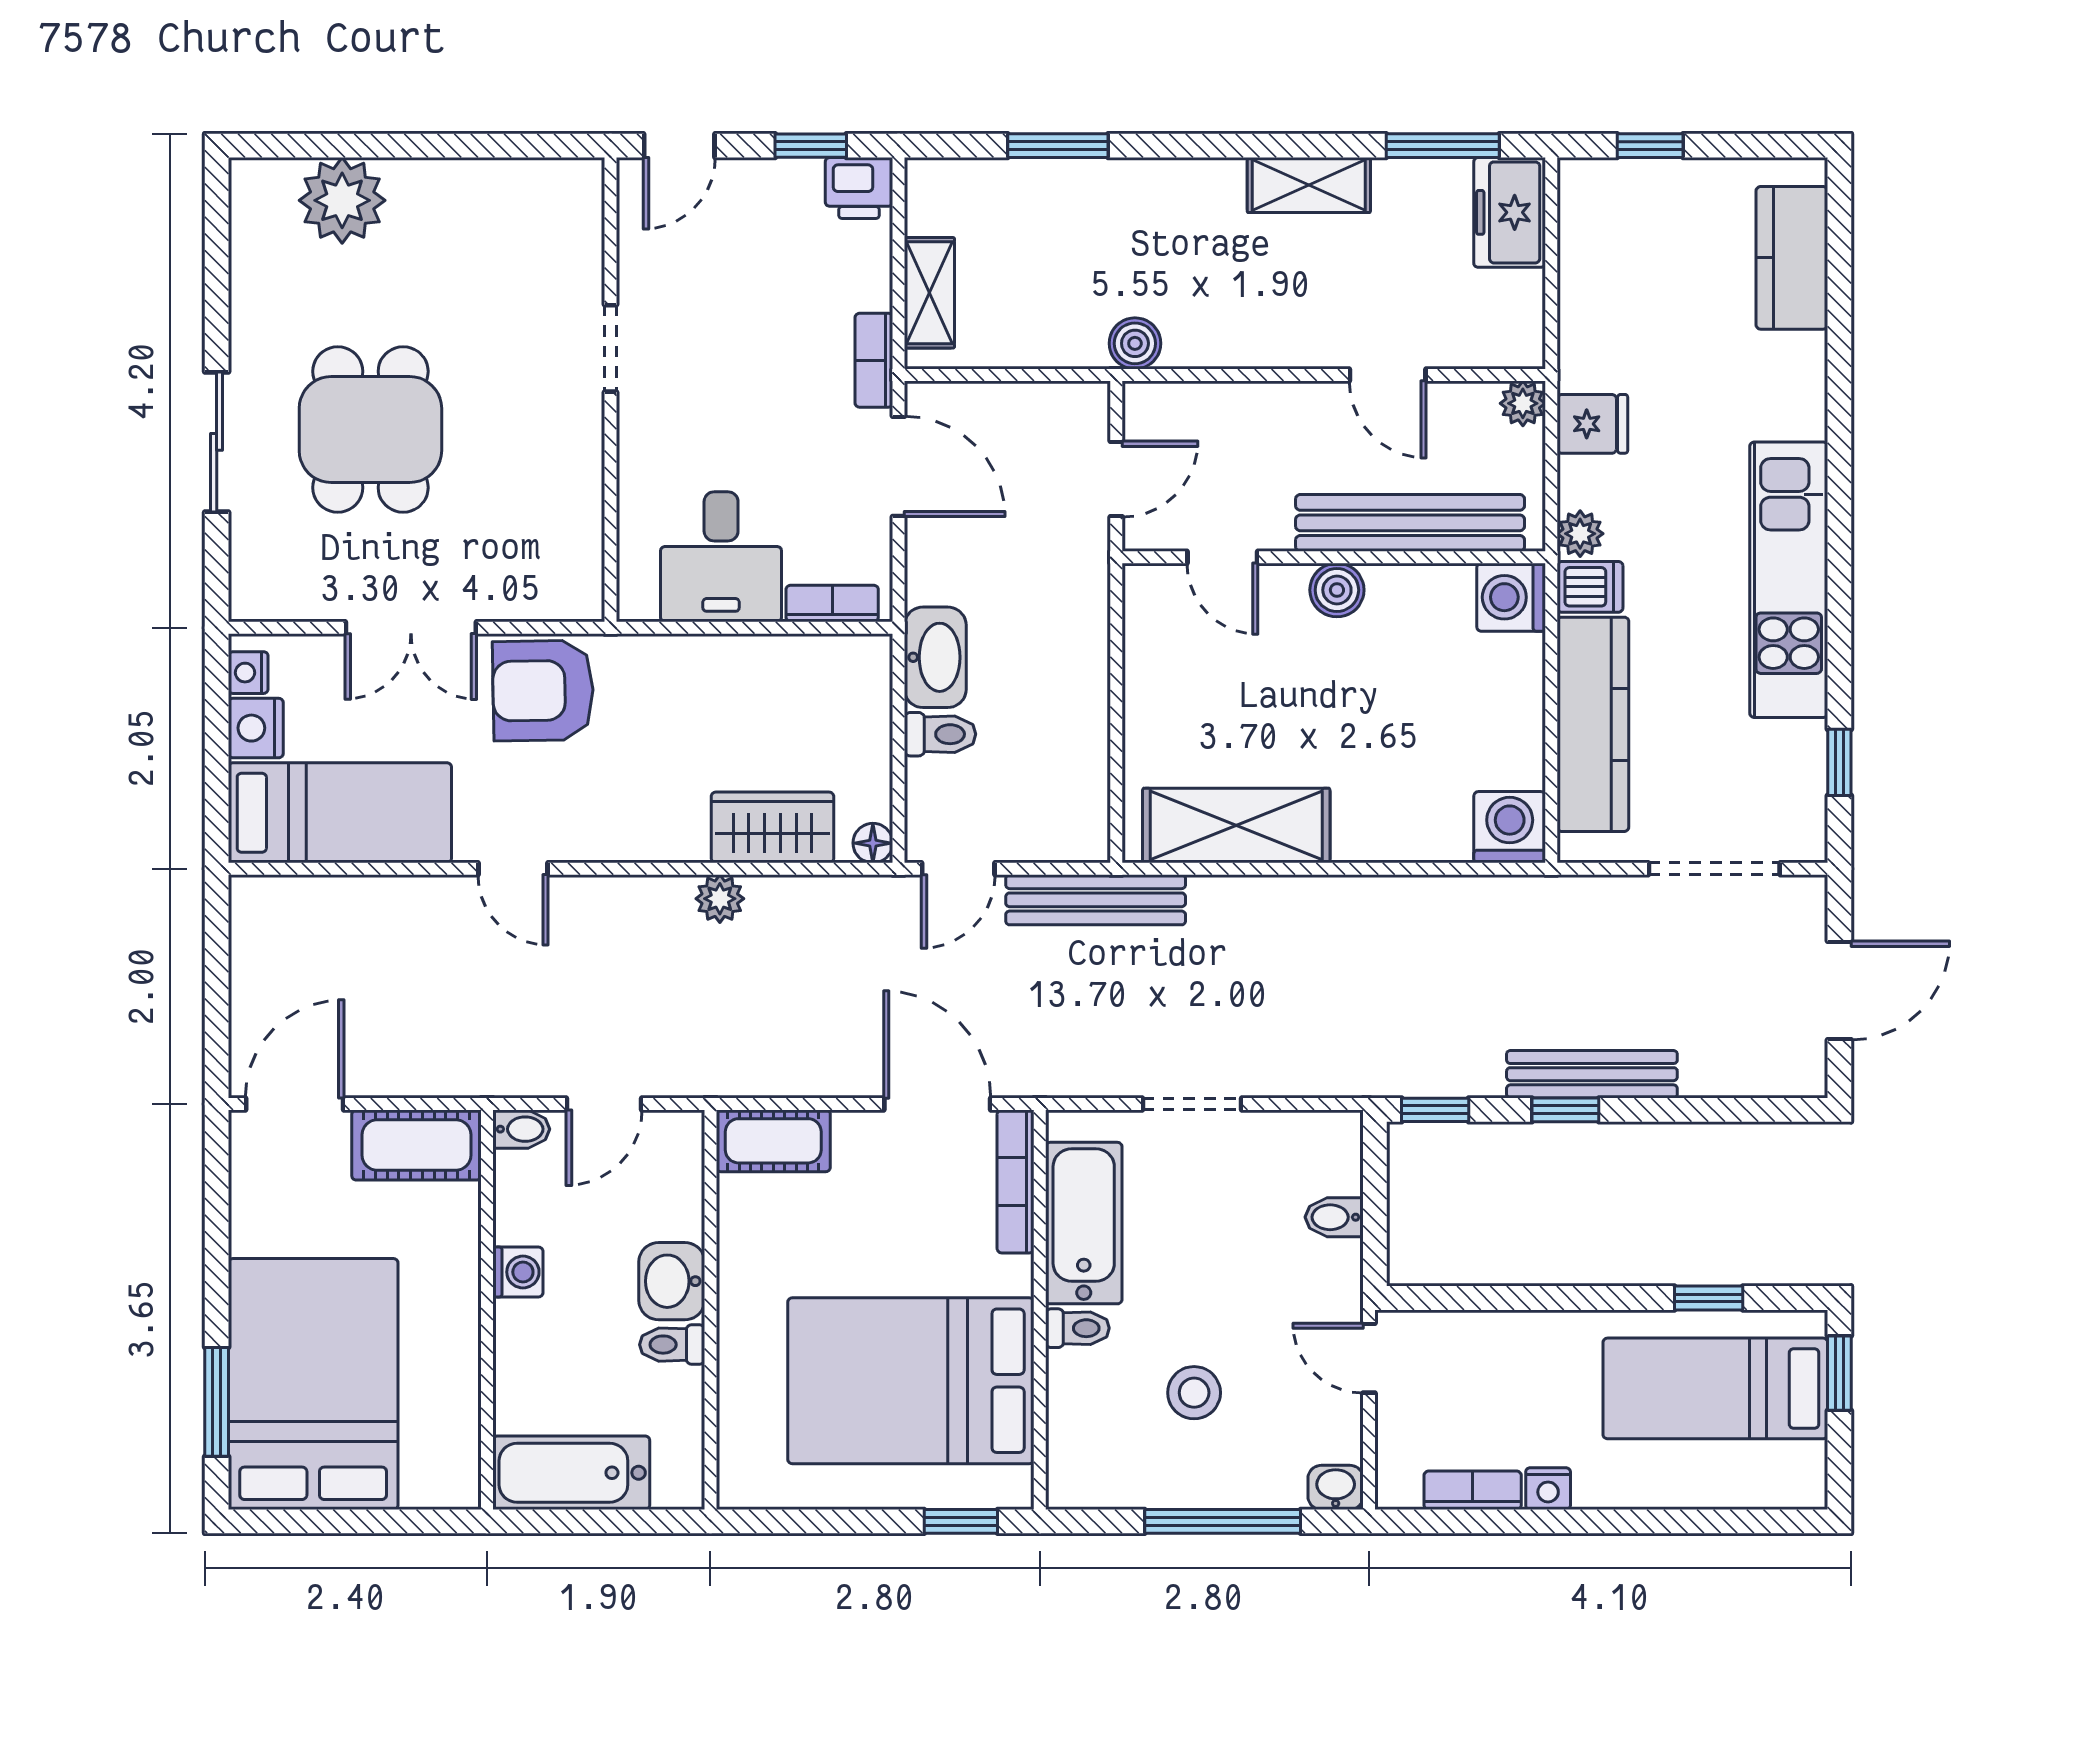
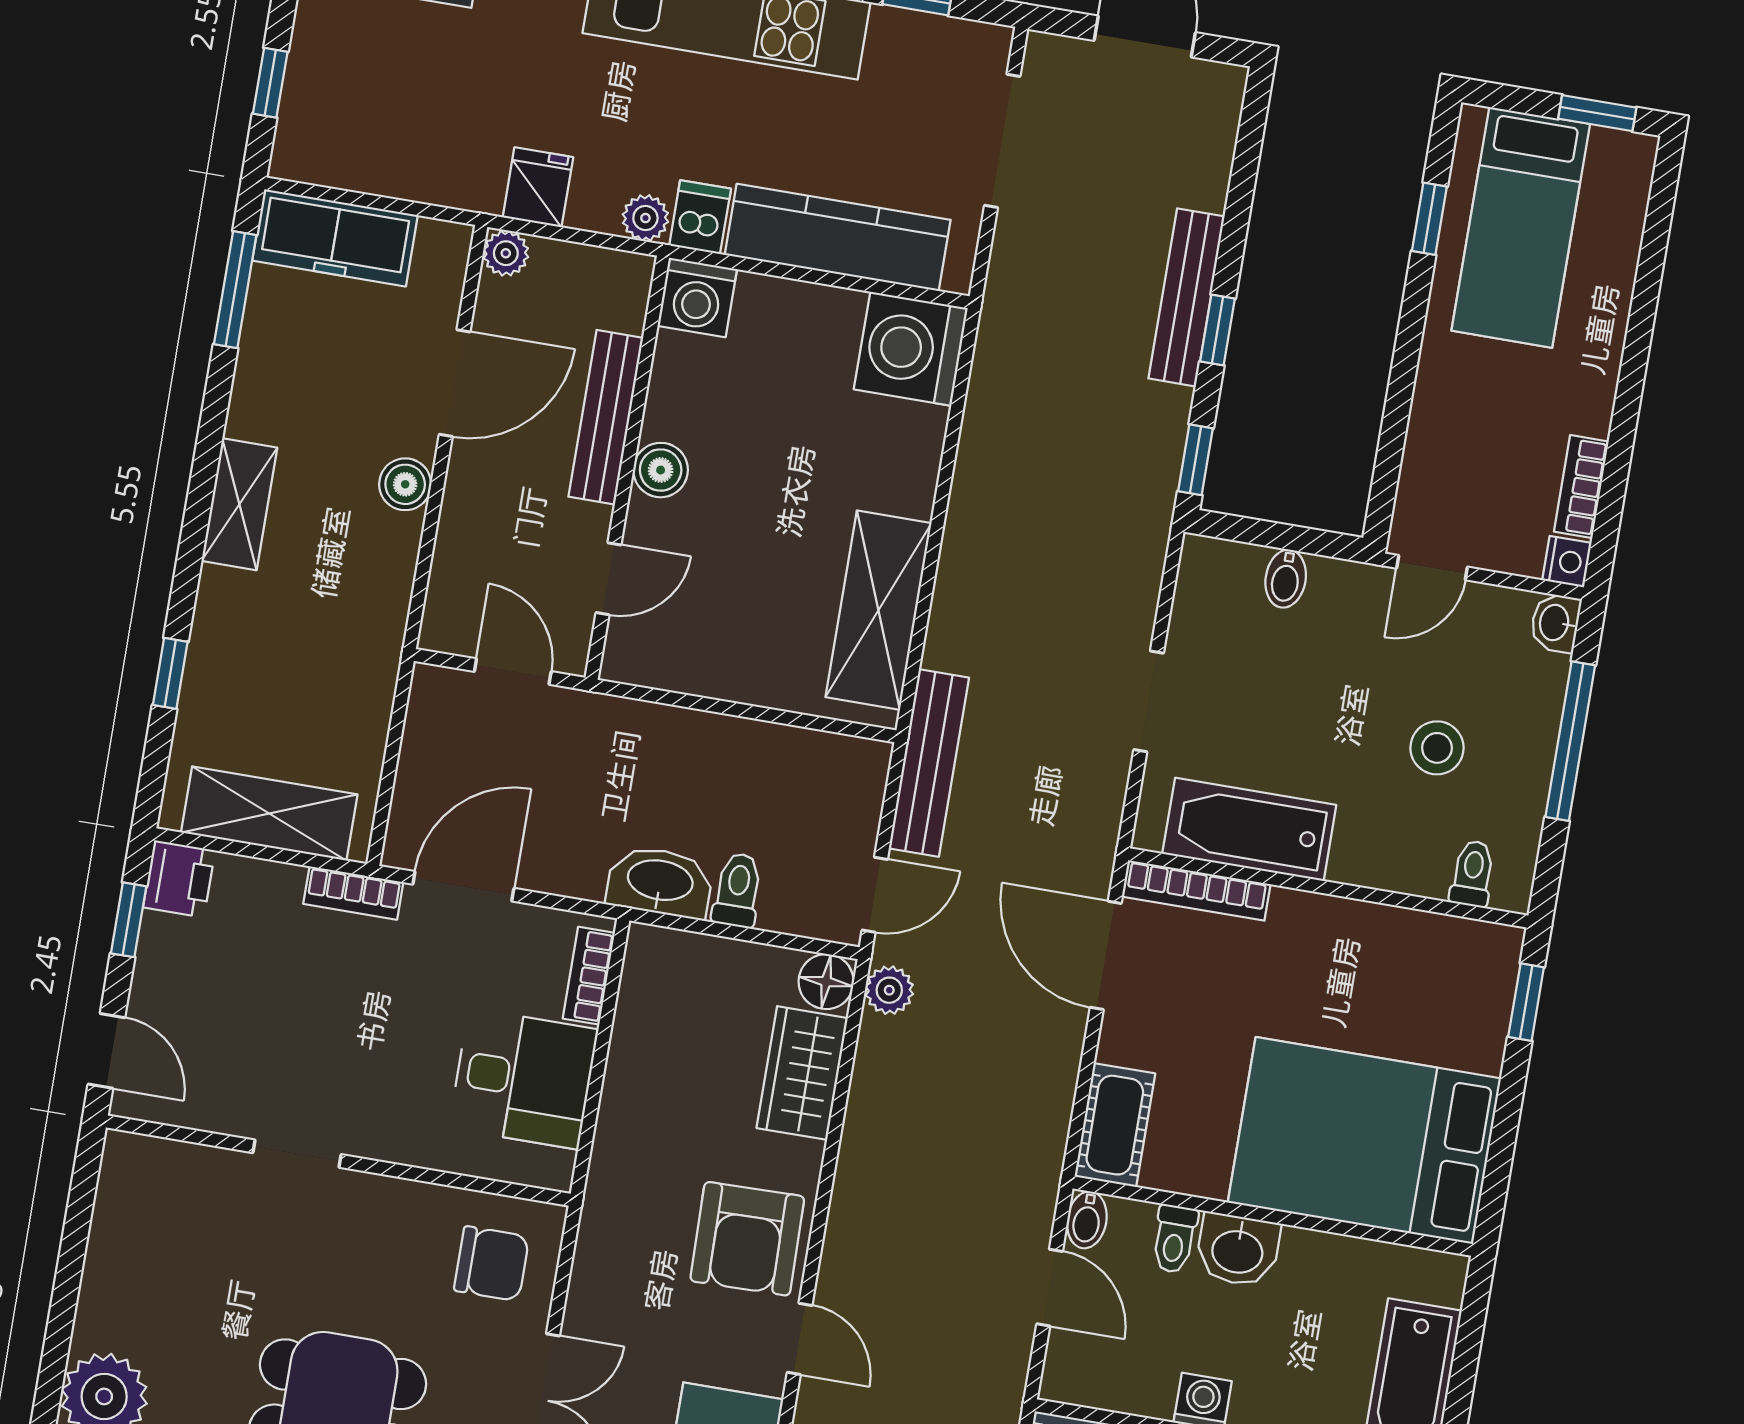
window: (1058, 146) -> (170, 673), width x0.67
shelving: (1309, 185) -> (239, 504), moved
freezer: (1510, 212) -> (335, 238), width x1.40
shelving: (929, 293) -> (269, 813), width x1.50, depth x1.33
boiler: (1135, 343) -> (405, 484), moved
door: (1388, 375) -> (455, 383), width x1.38
bench: (1410, 523) -> (606, 417), width x0.73, depth x0.82
chair: (535, 556) -> (491, 1264), added
armchair: (543, 691) -> (747, 1239), moved
washing machine: (1510, 827) -> (911, 349), width x1.37, depth x1.37
floor lamp: (873, 843) -> (826, 982), width x1.37, depth x1.37
door: (513, 869) -> (800, 1339), hinge flipped
door: (958, 869) -> (875, 895), hinge flipped
plant: (720, 899) -> (889, 990), moved
door: (937, 1104) -> (1106, 955), hinge flipped
bidet: (521, 1129) -> (1087, 1220), moved, turned 180
toilet: (1077, 1328) -> (1472, 874), moved
toilet: (672, 1345) -> (1174, 1239), moved
window: (1839, 1373) -> (1597, 113), moved
bed: (911, 1381) -> (1364, 1141), moved, turned 90
nightstand: (1548, 1489) -> (1567, 562), moved

